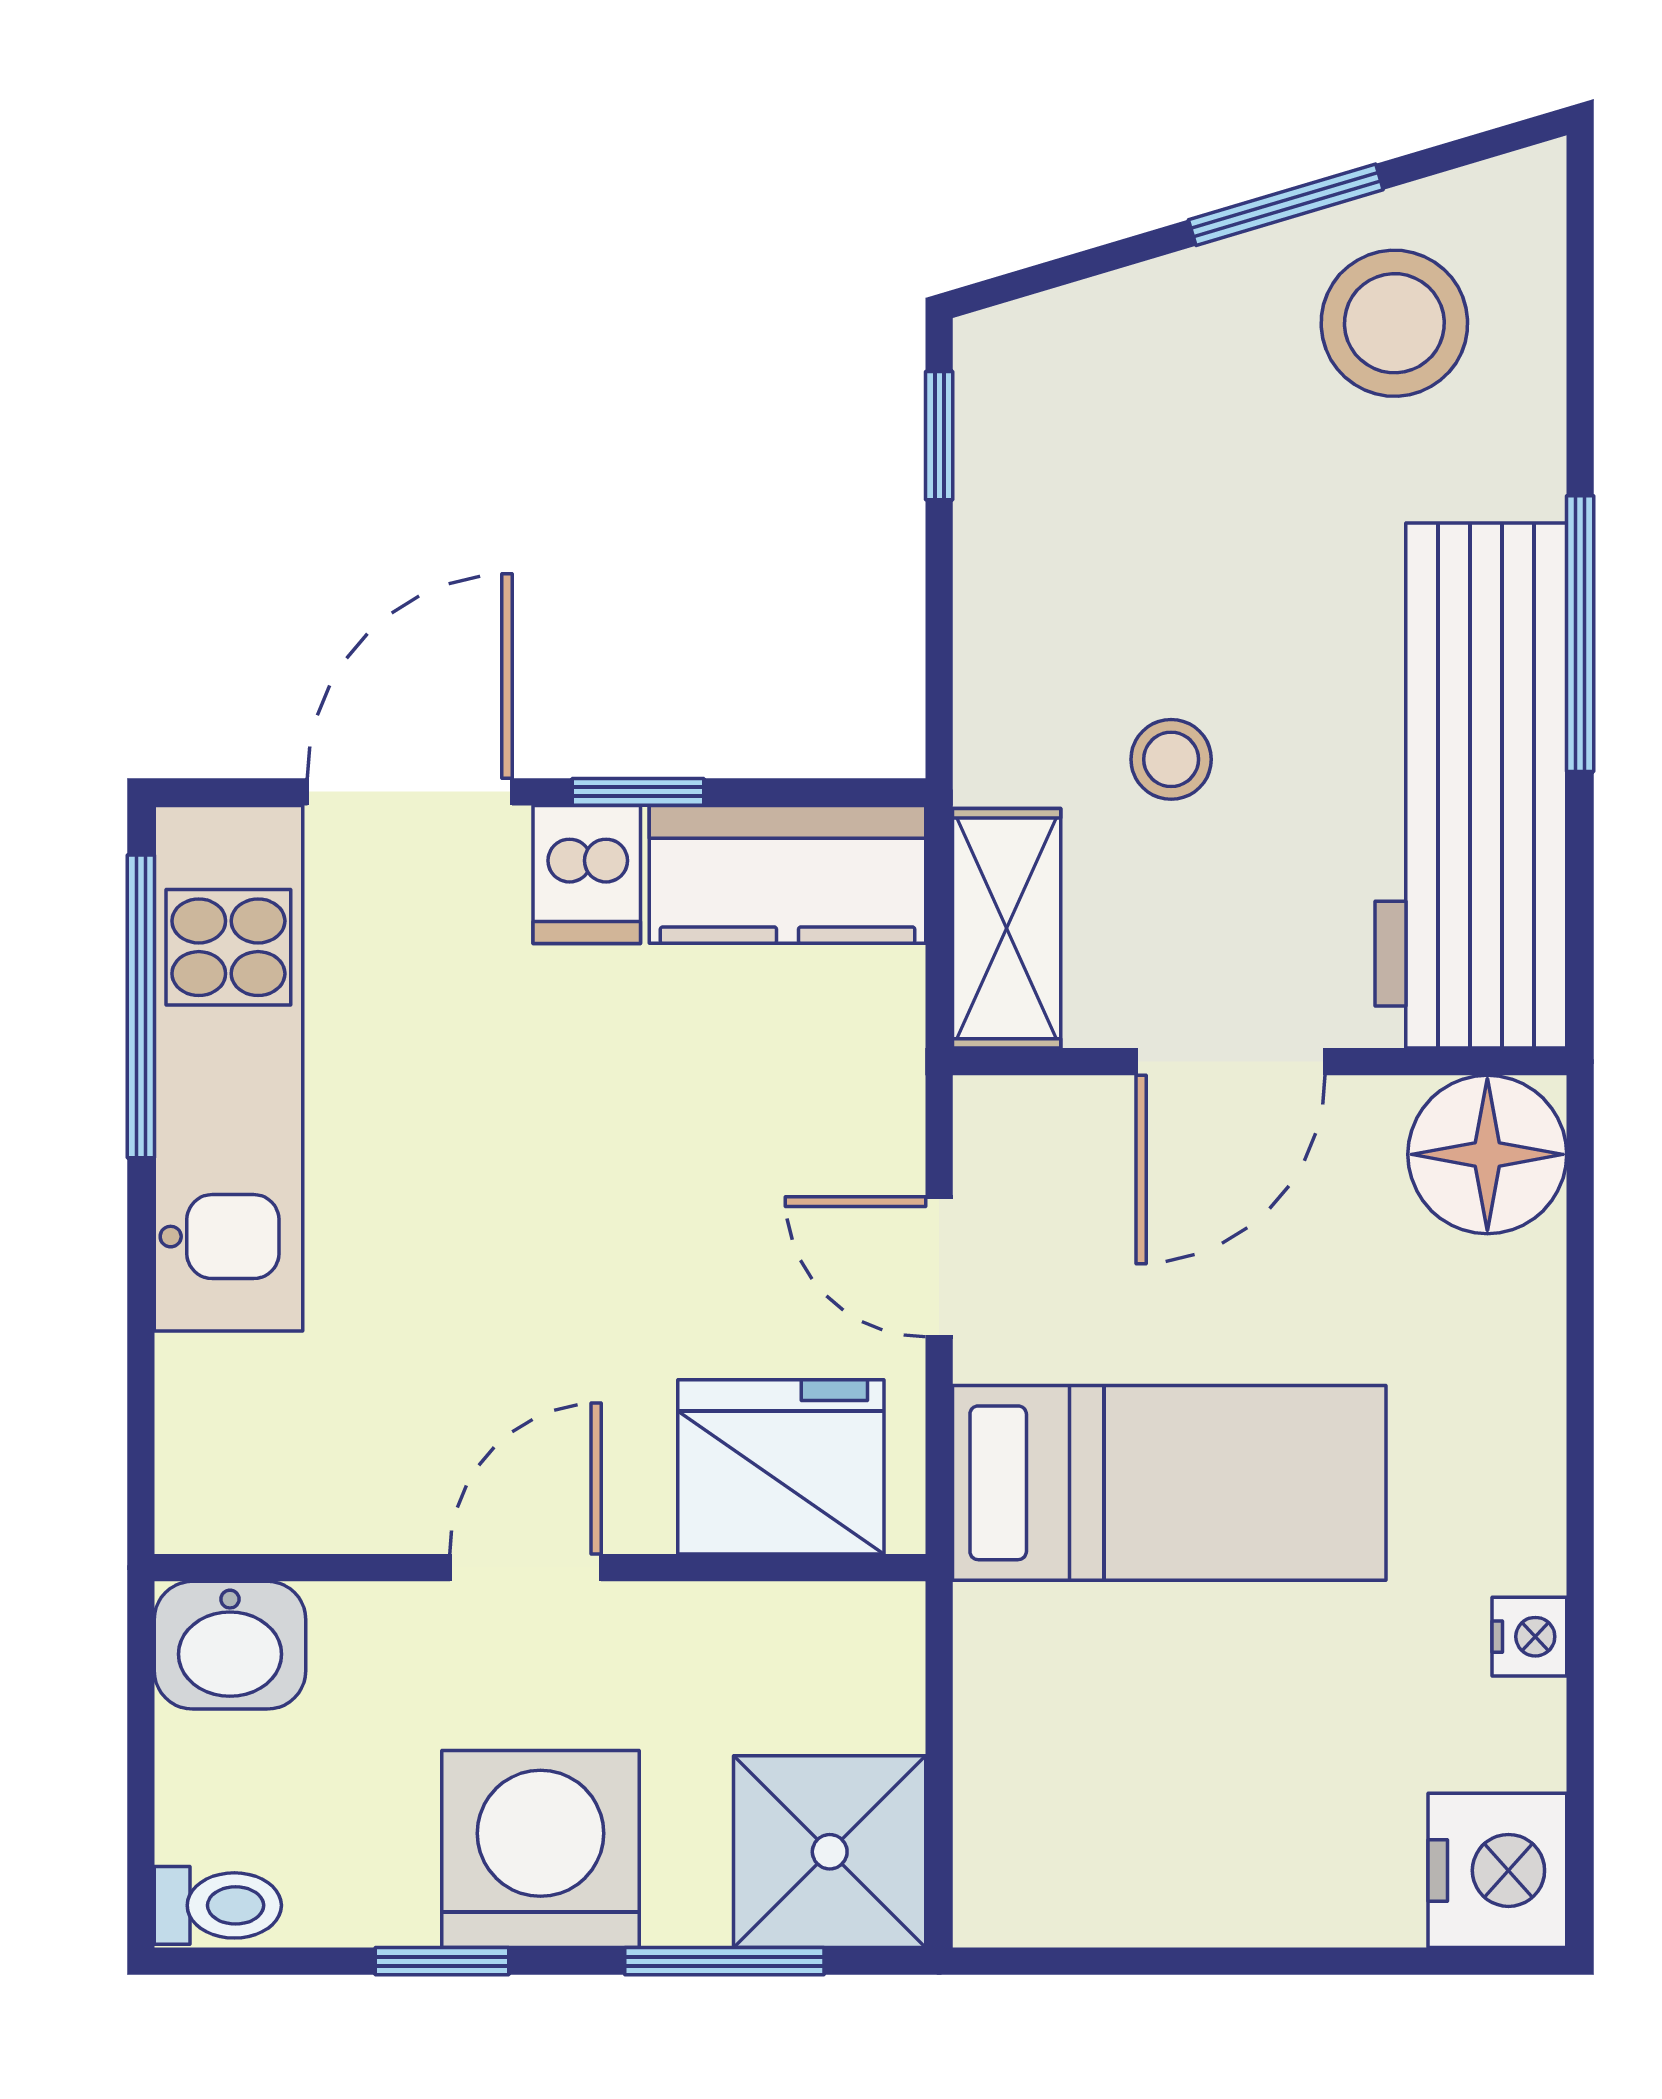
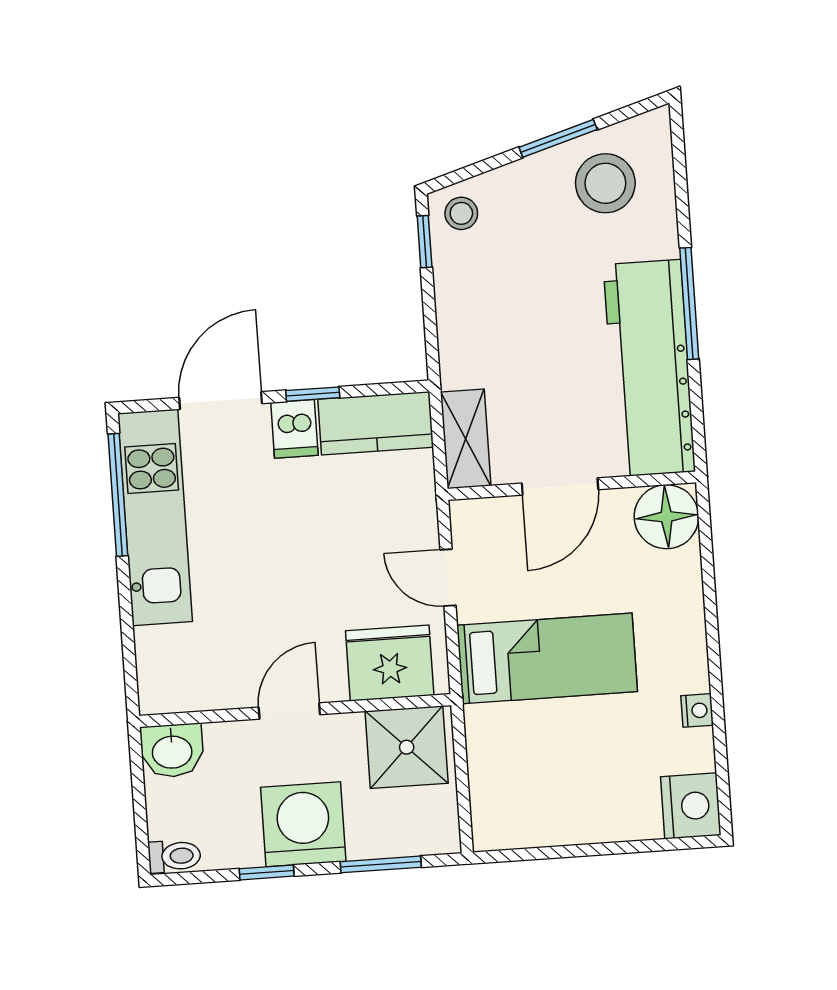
stool: (1171, 759) -> (461, 213), moved
shower: (830, 1852) -> (407, 747), moved

